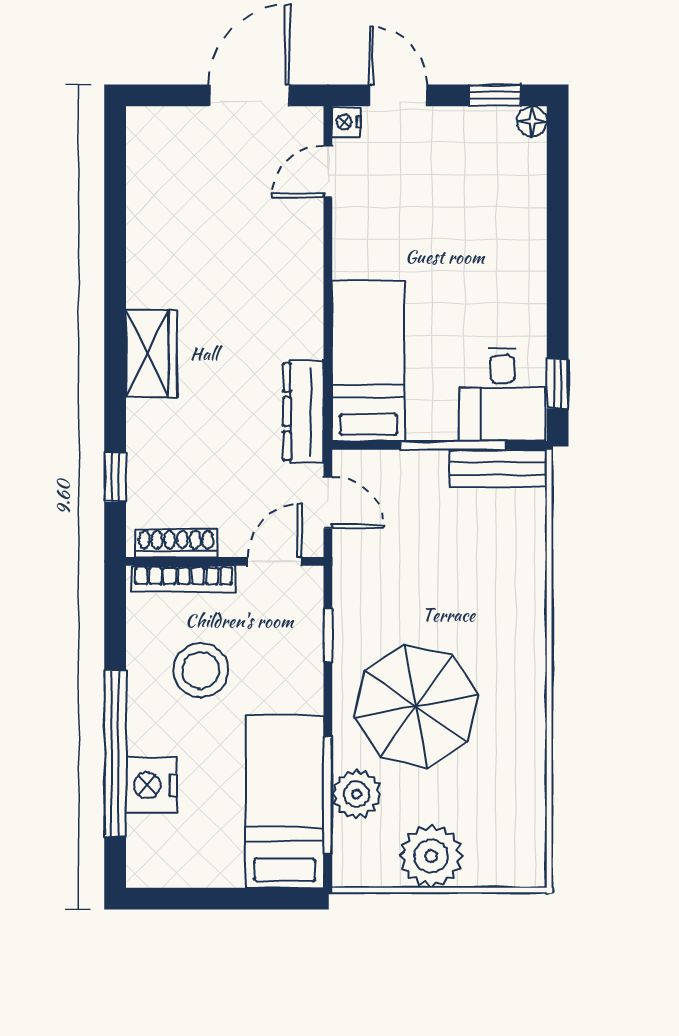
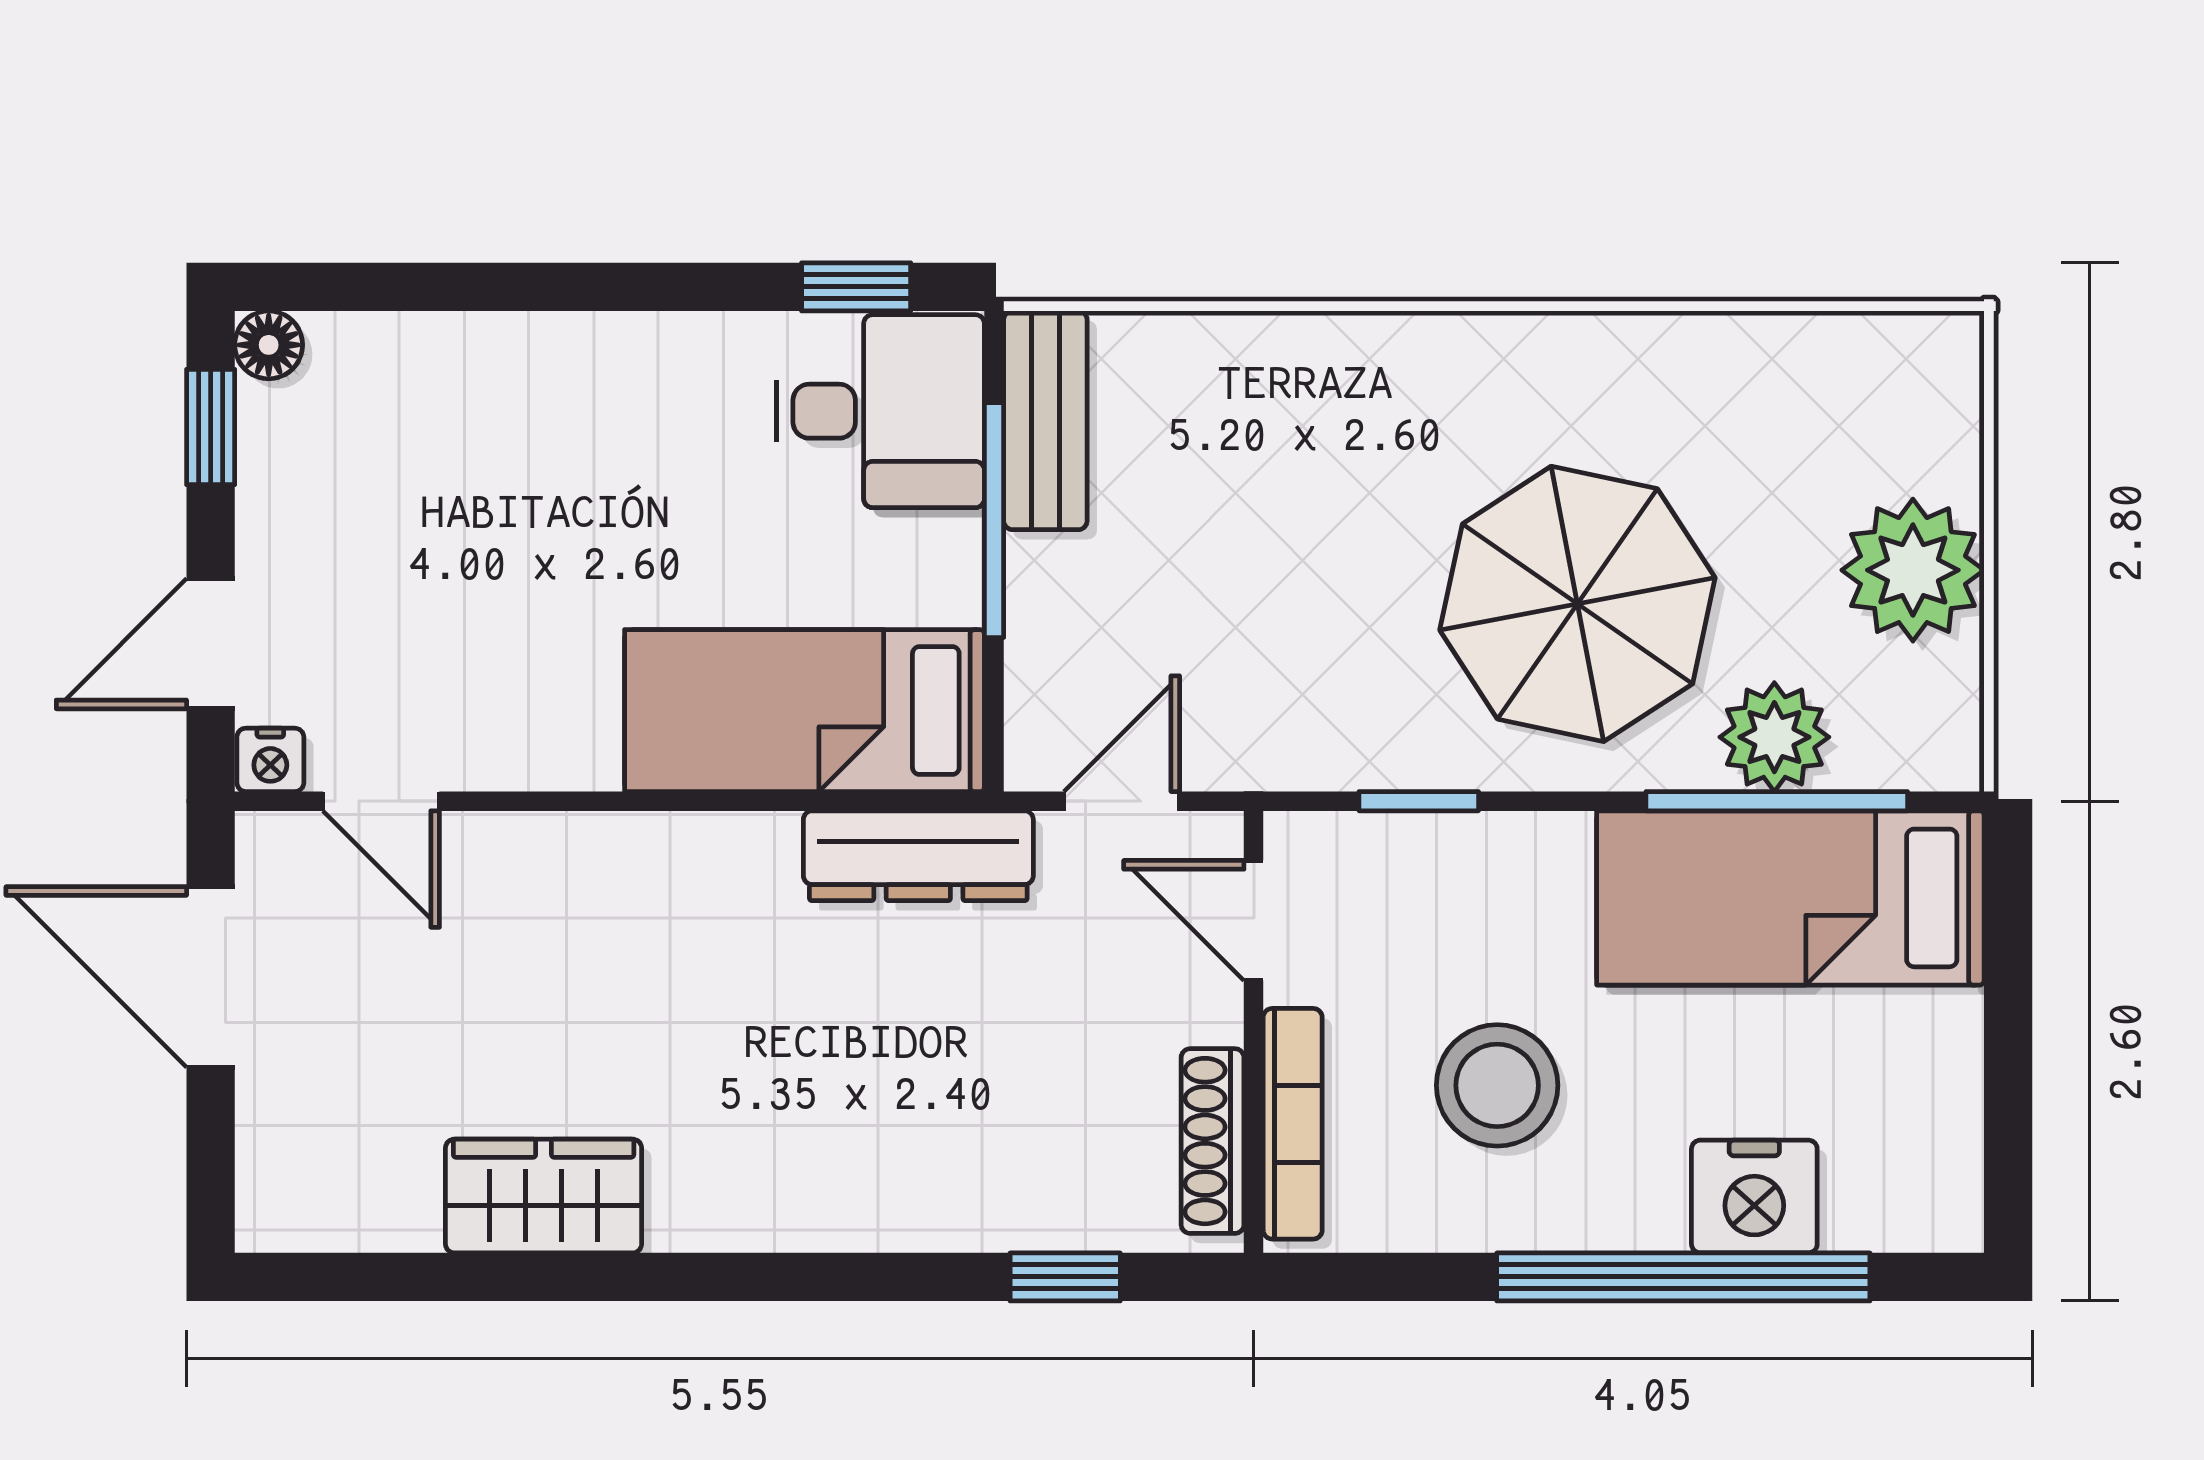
wardrobe: (151, 353) -> (544, 1196), moved

